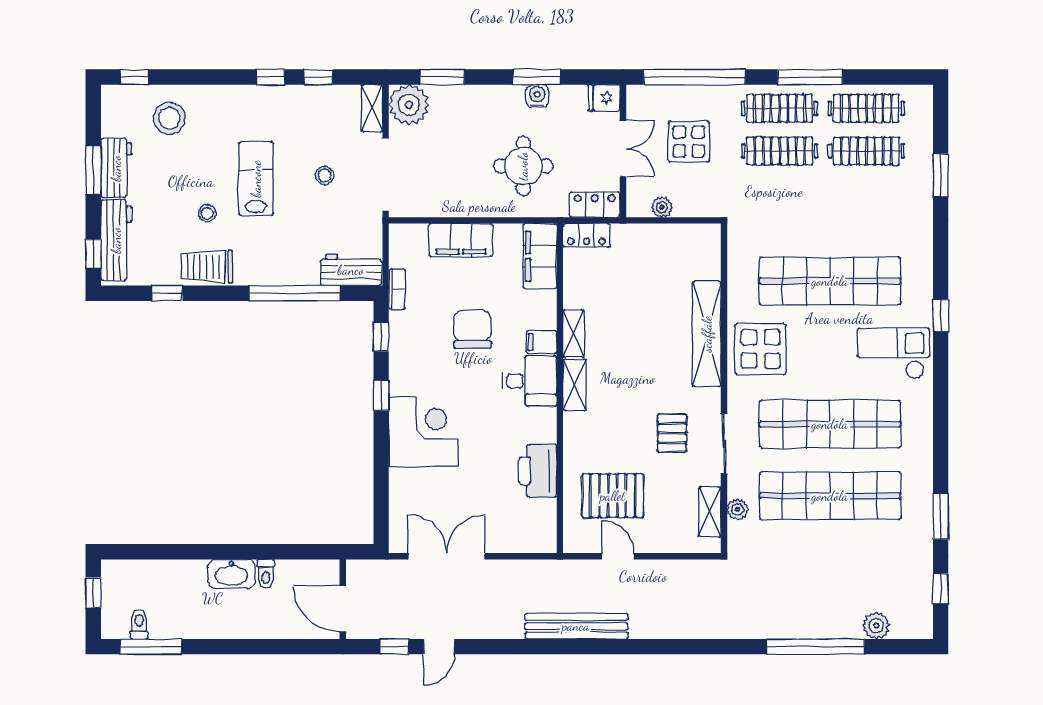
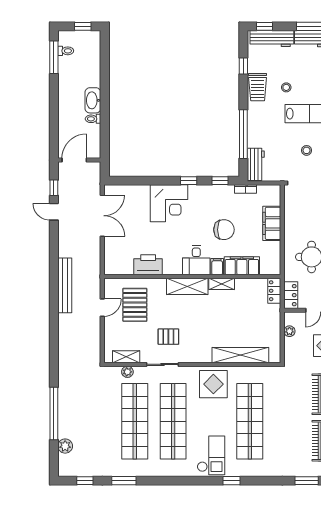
filing cabinet: (540, 256) -> (242, 266), moved
trolley: (207, 267) -> (258, 87), turned 180
shelving: (707, 334) -> (240, 355), moved
shelving: (574, 385) -> (187, 286), width x1.50, depth x1.33

